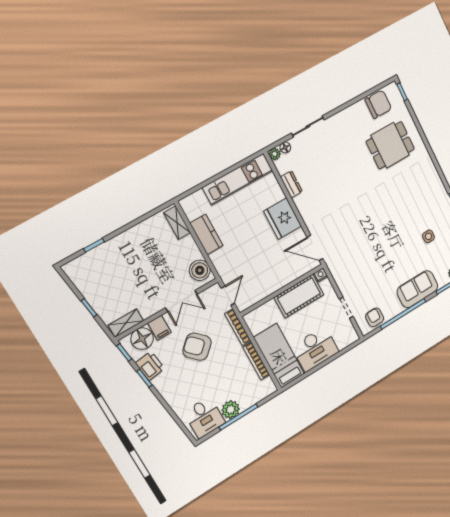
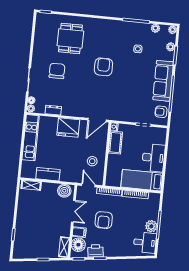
chair: (378, 104) -> (57, 71), moved
armchair: (383, 210) -> (103, 67), added
stool: (261, 279) -> (92, 161), added
sofa: (417, 289) -> (163, 81), width x1.36
cot: (299, 296) -> (115, 143), width x0.73, depth x0.75
armchair: (197, 347) -> (104, 220), turned -46

